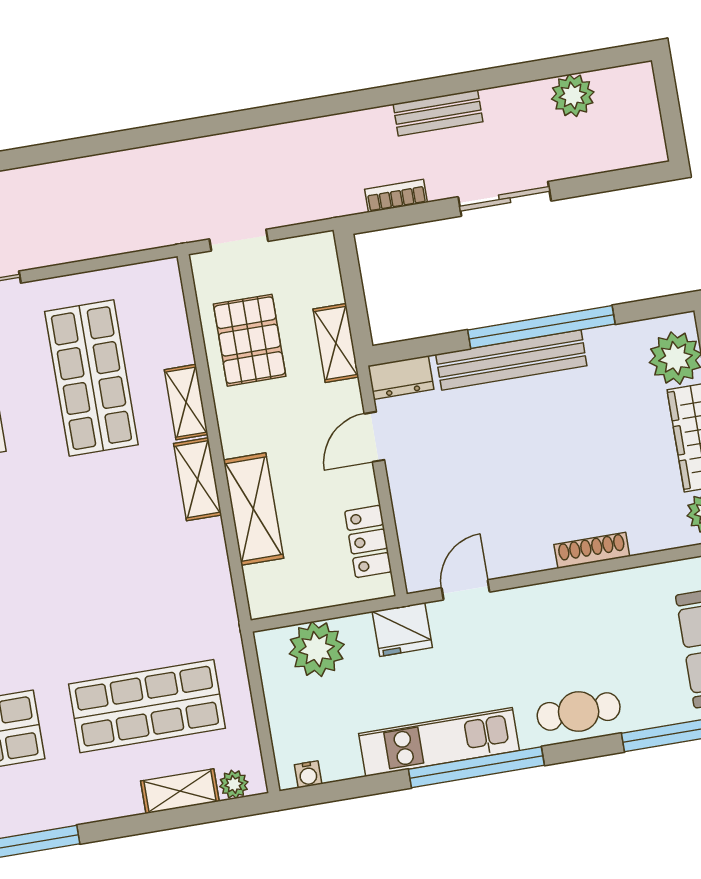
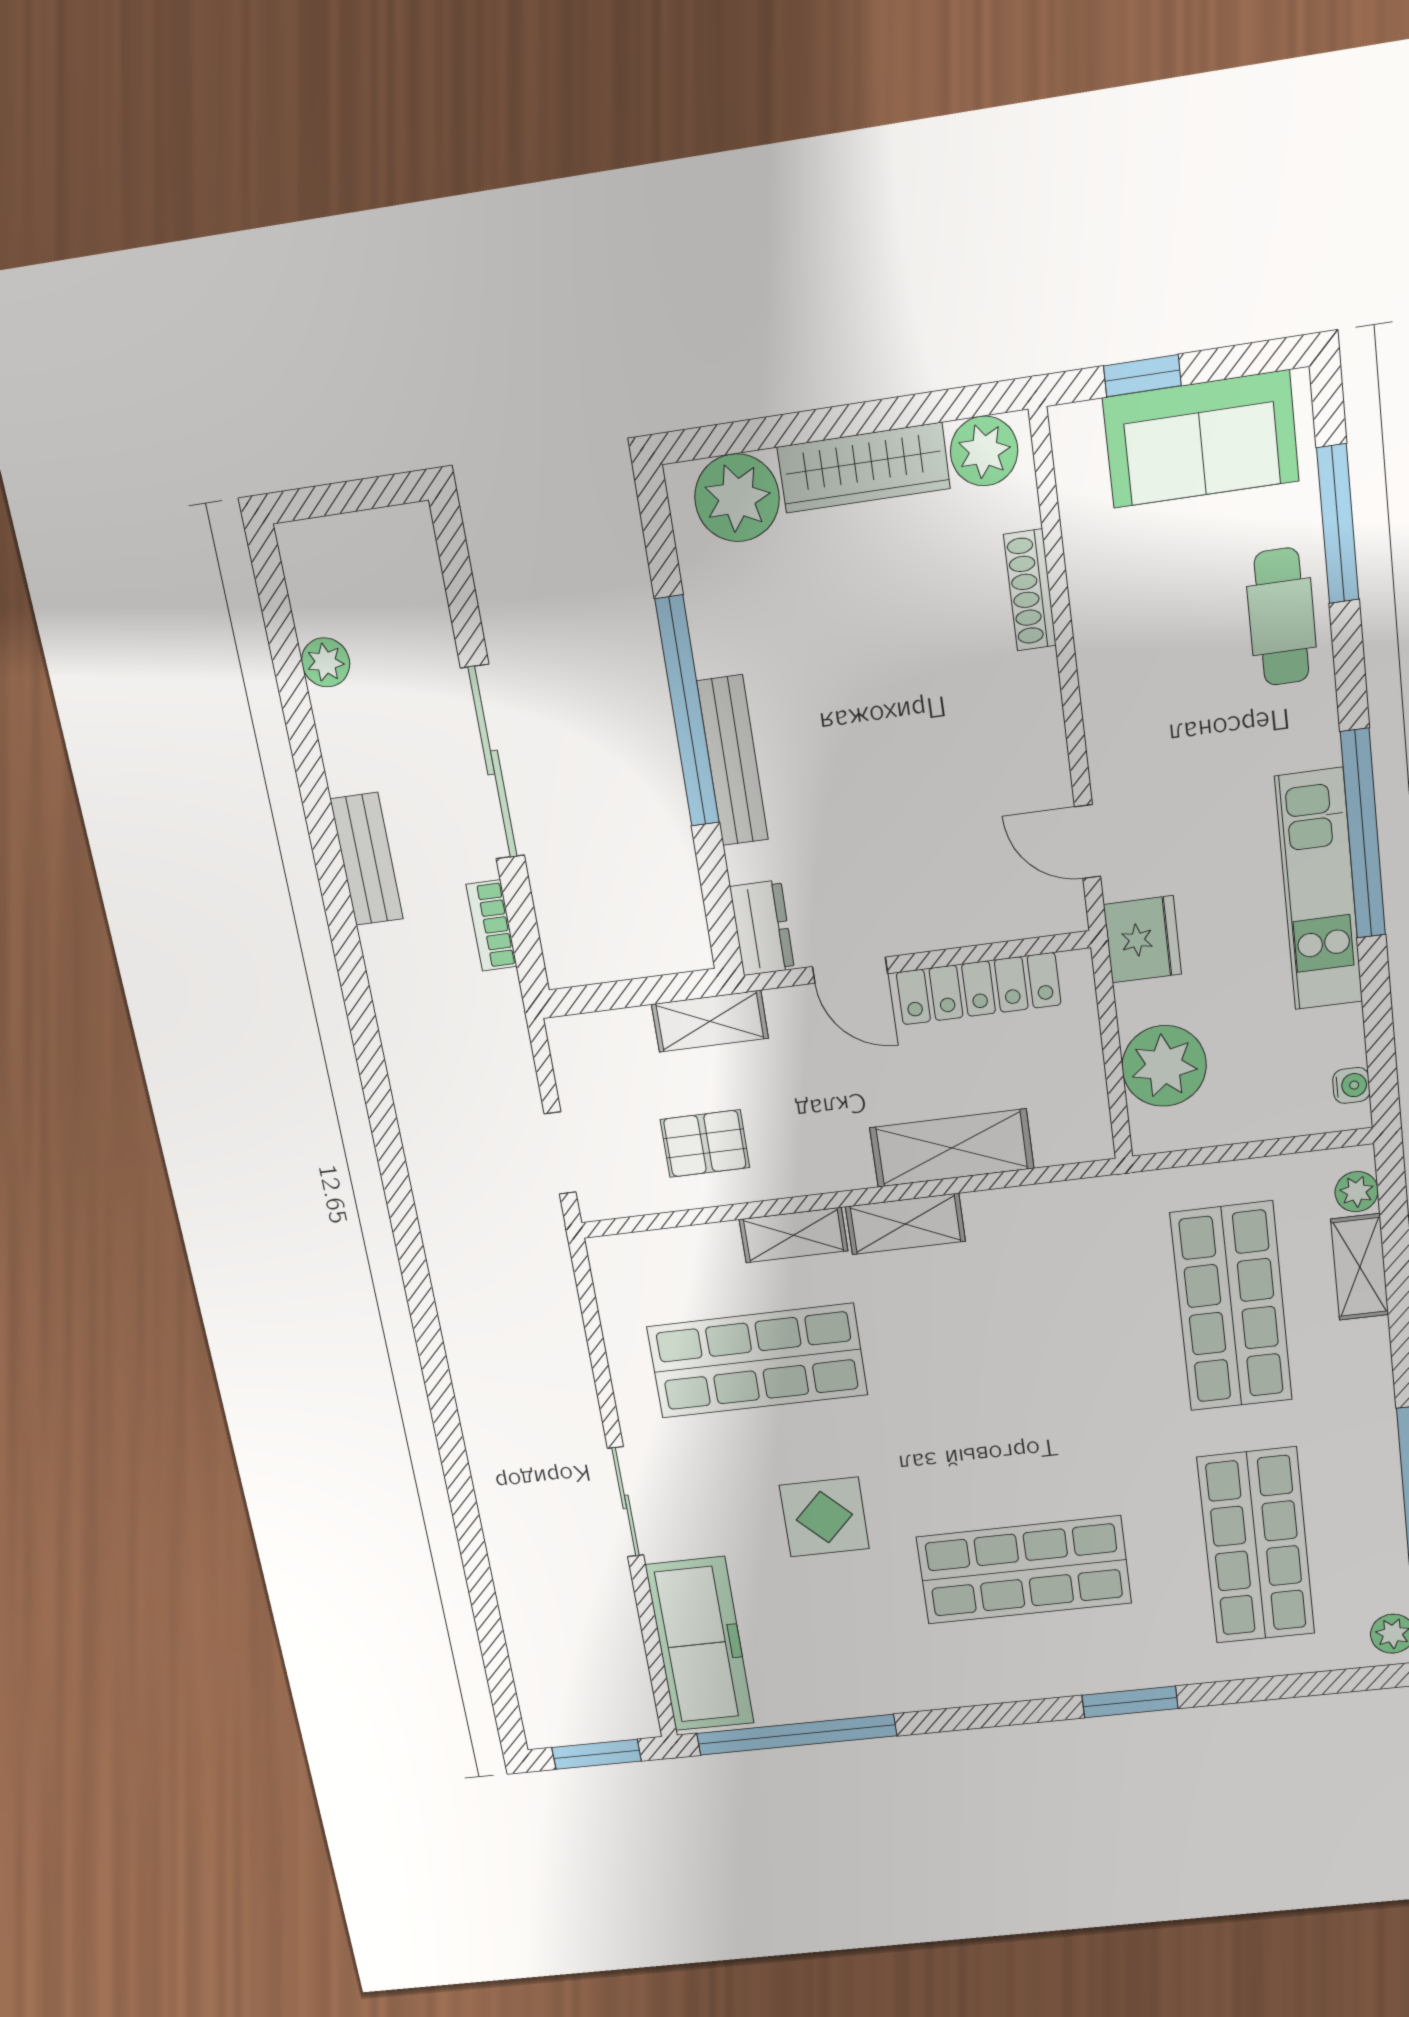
plant: (573, 95) -> (326, 662), width x0.73, depth x0.73
sliding door: (505, 199) -> (493, 763), width x1.37
pallet: (250, 340) -> (705, 1144), width x0.67, depth x0.71
bench: (511, 360) -> (733, 761), width x0.73, depth x0.82
locker: (368, 541) -> (979, 989), width x1.53
shoe rack: (592, 550) -> (1030, 590), moved
cafe table: (579, 711) -> (1282, 617), moved

